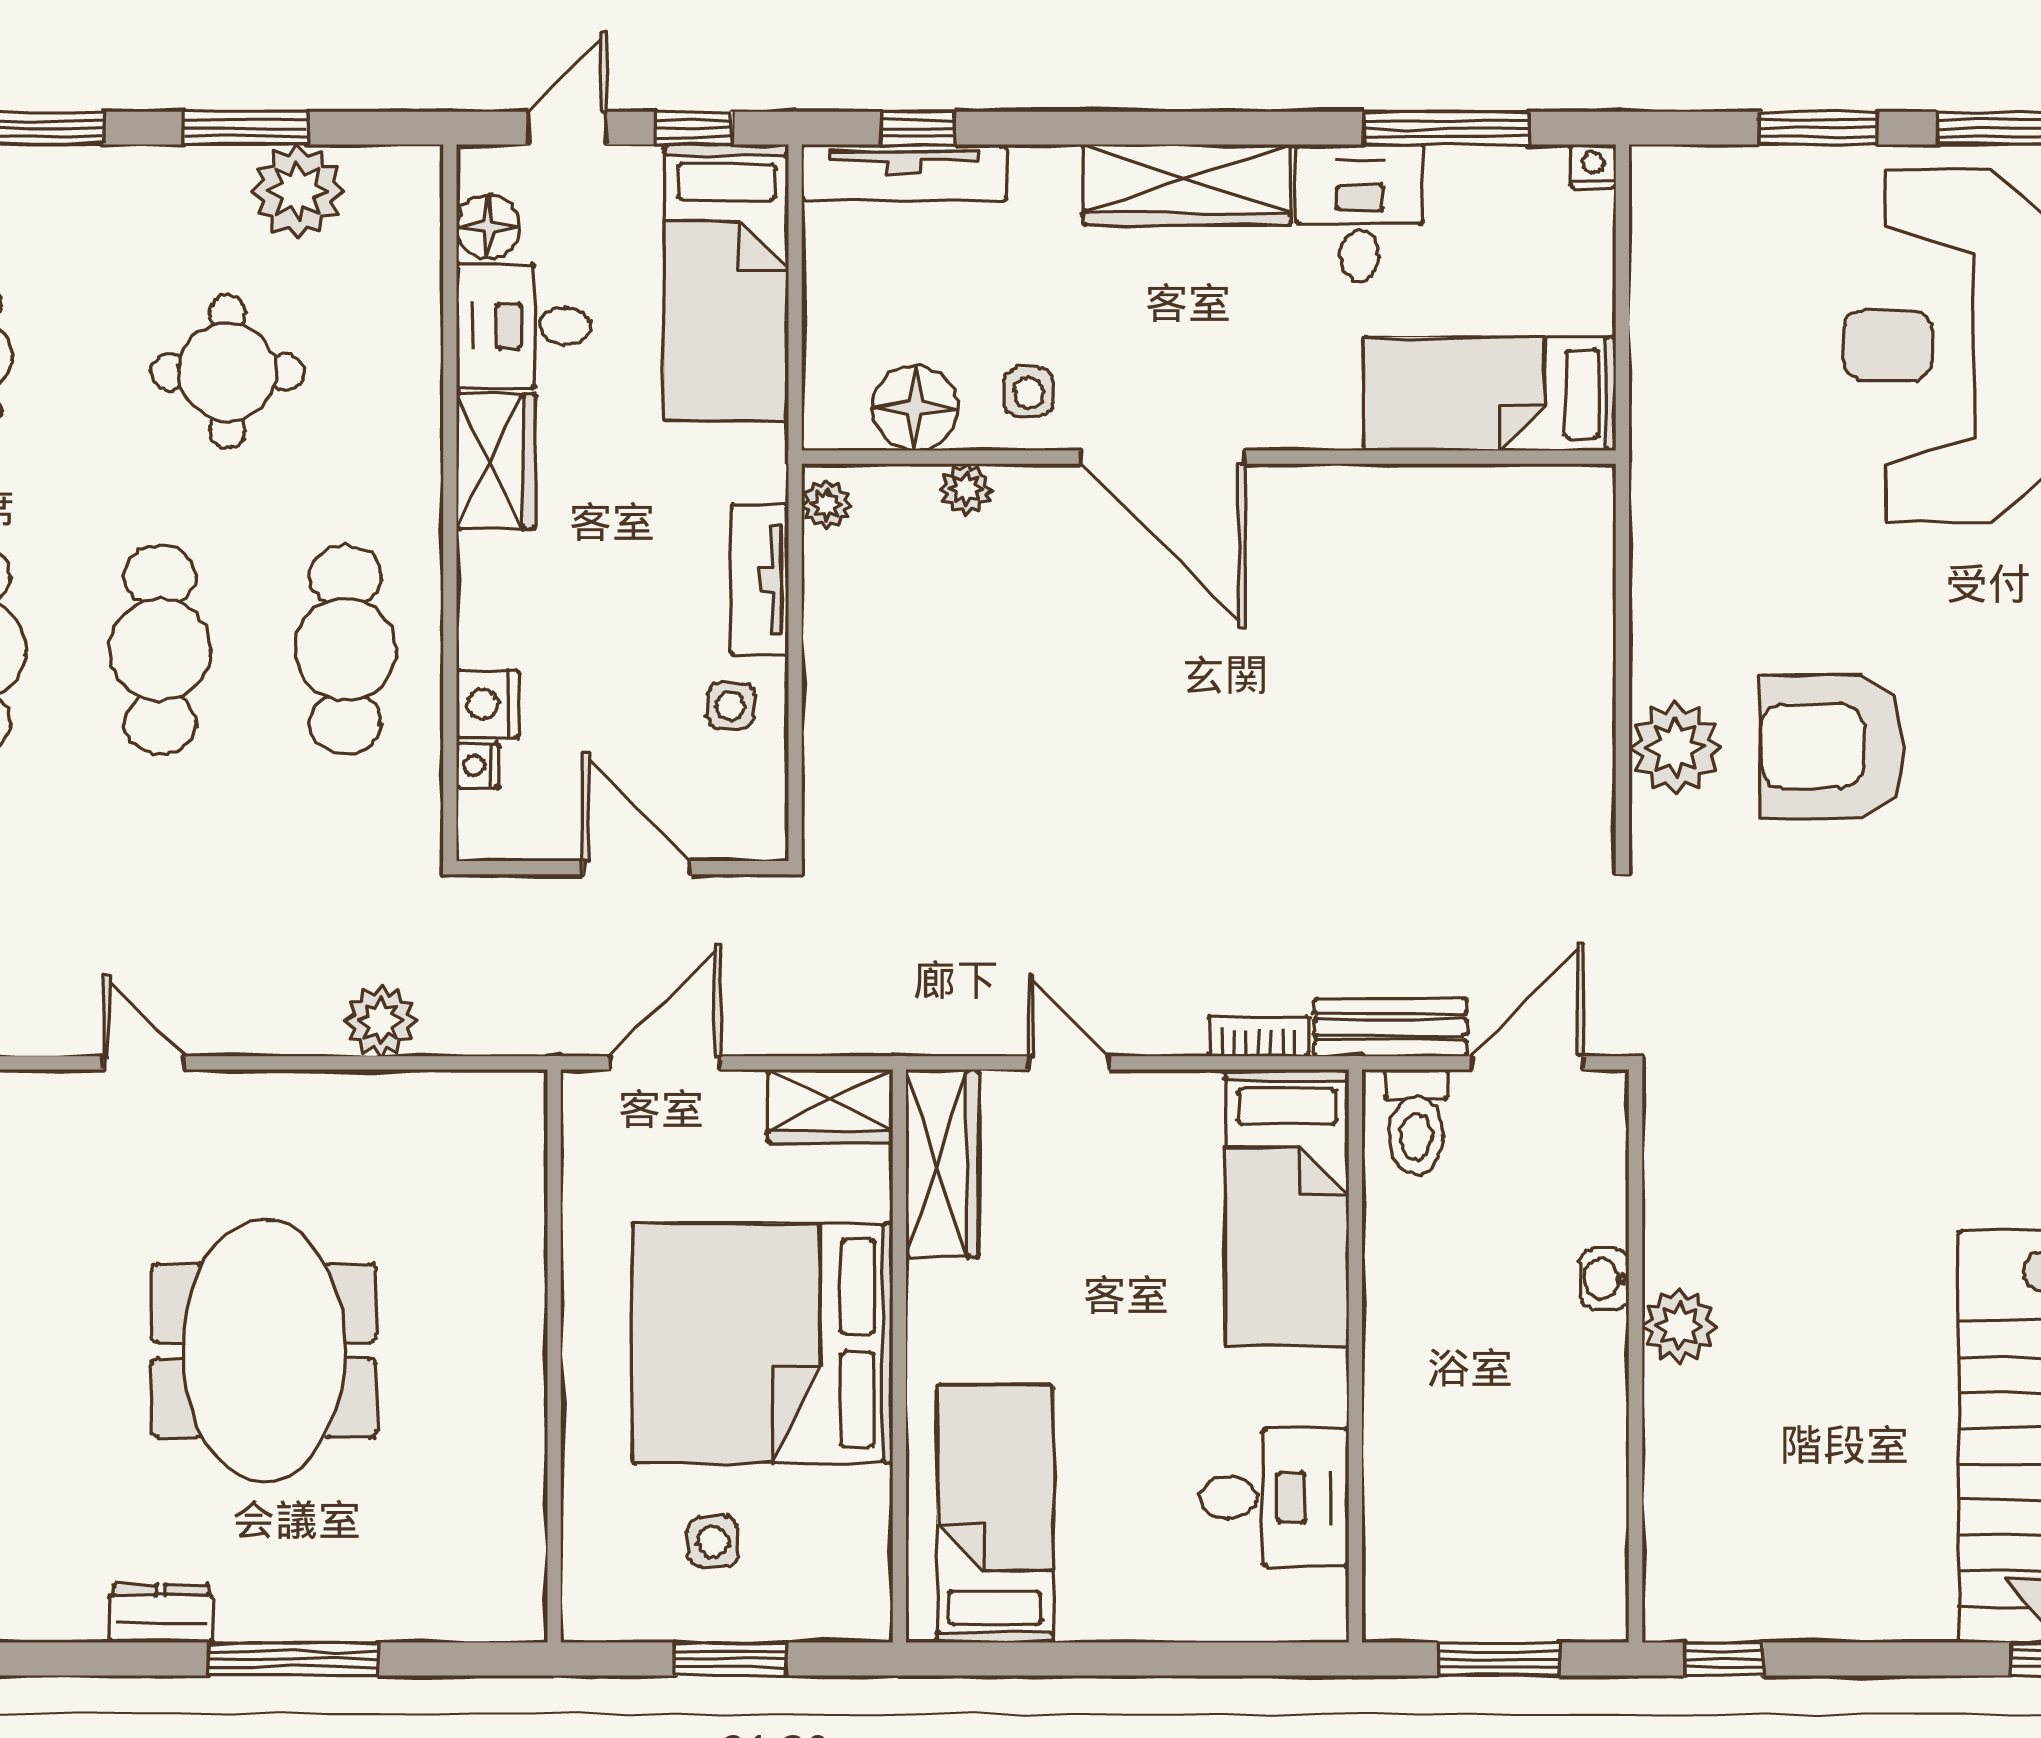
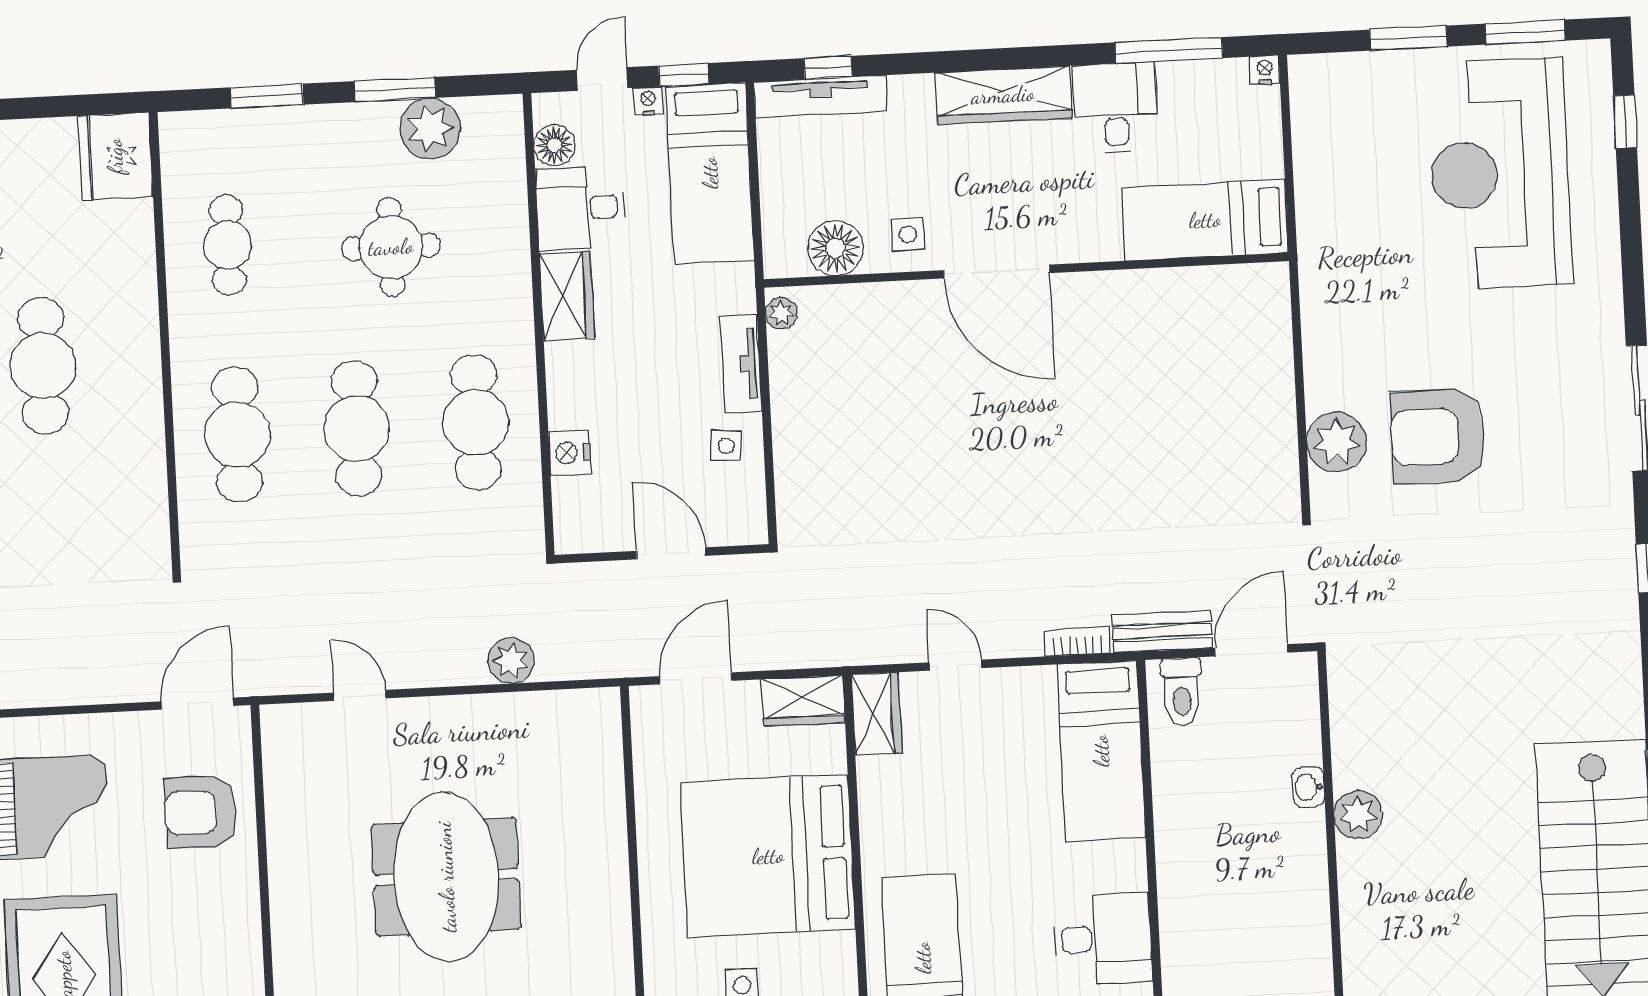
plant: (966, 489) -> (871, 299), removed
nightstand: (478, 766) -> (648, 101), moved, turned 90
wardrobe: (942, 1163) -> (877, 714), width x0.67

